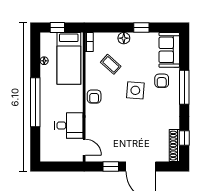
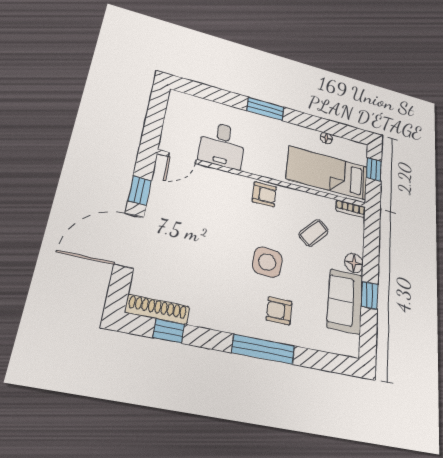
sofa: (169, 50) -> (345, 301), moved, turned -90
armchair: (94, 97) -> (264, 194), turned 180
window: (35, 102) -> (265, 109), width x0.47

